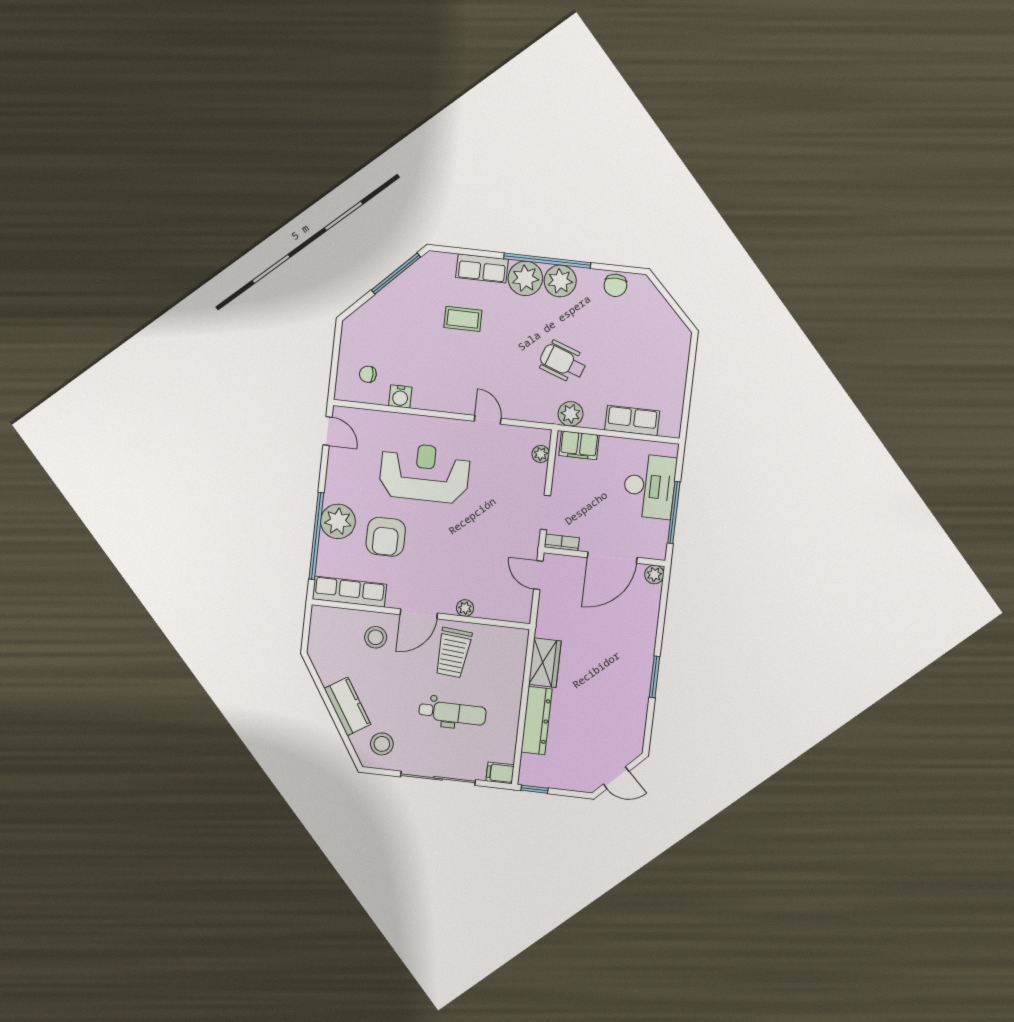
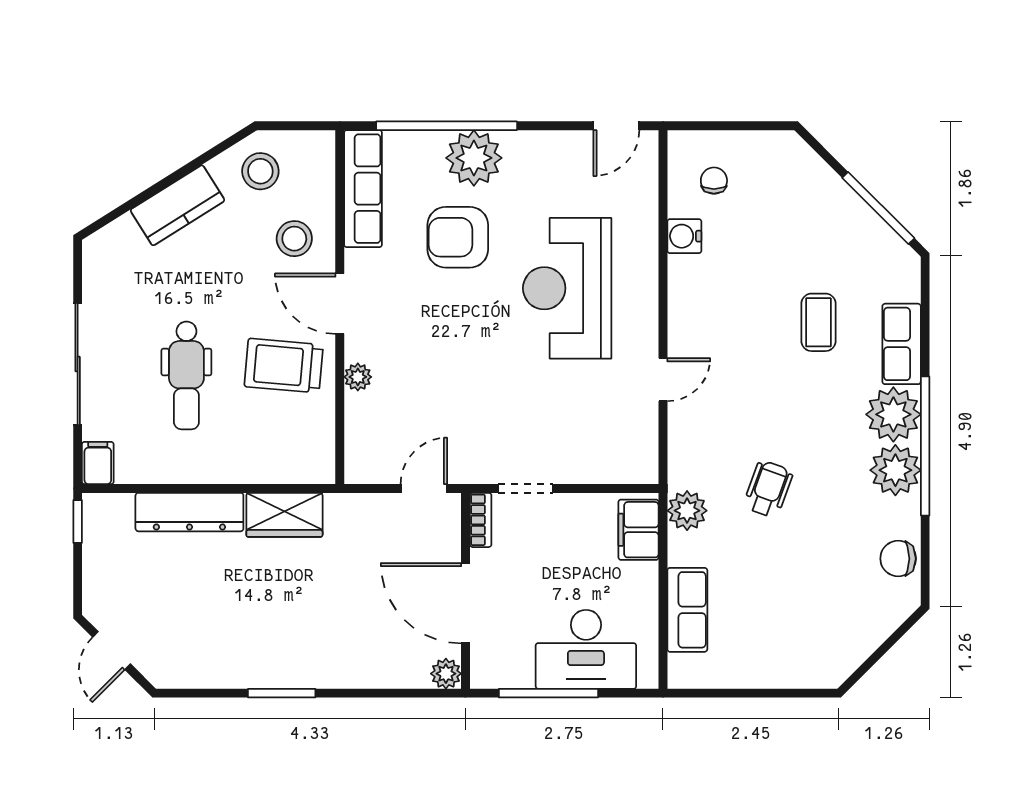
wheelchair: (563, 362) -> (768, 489), width x0.73, depth x0.73
plant: (541, 454) -> (618, 470), removed
reception desk: (425, 473) -> (567, 288), turned 180
stool: (382, 744) -> (260, 171), moved

